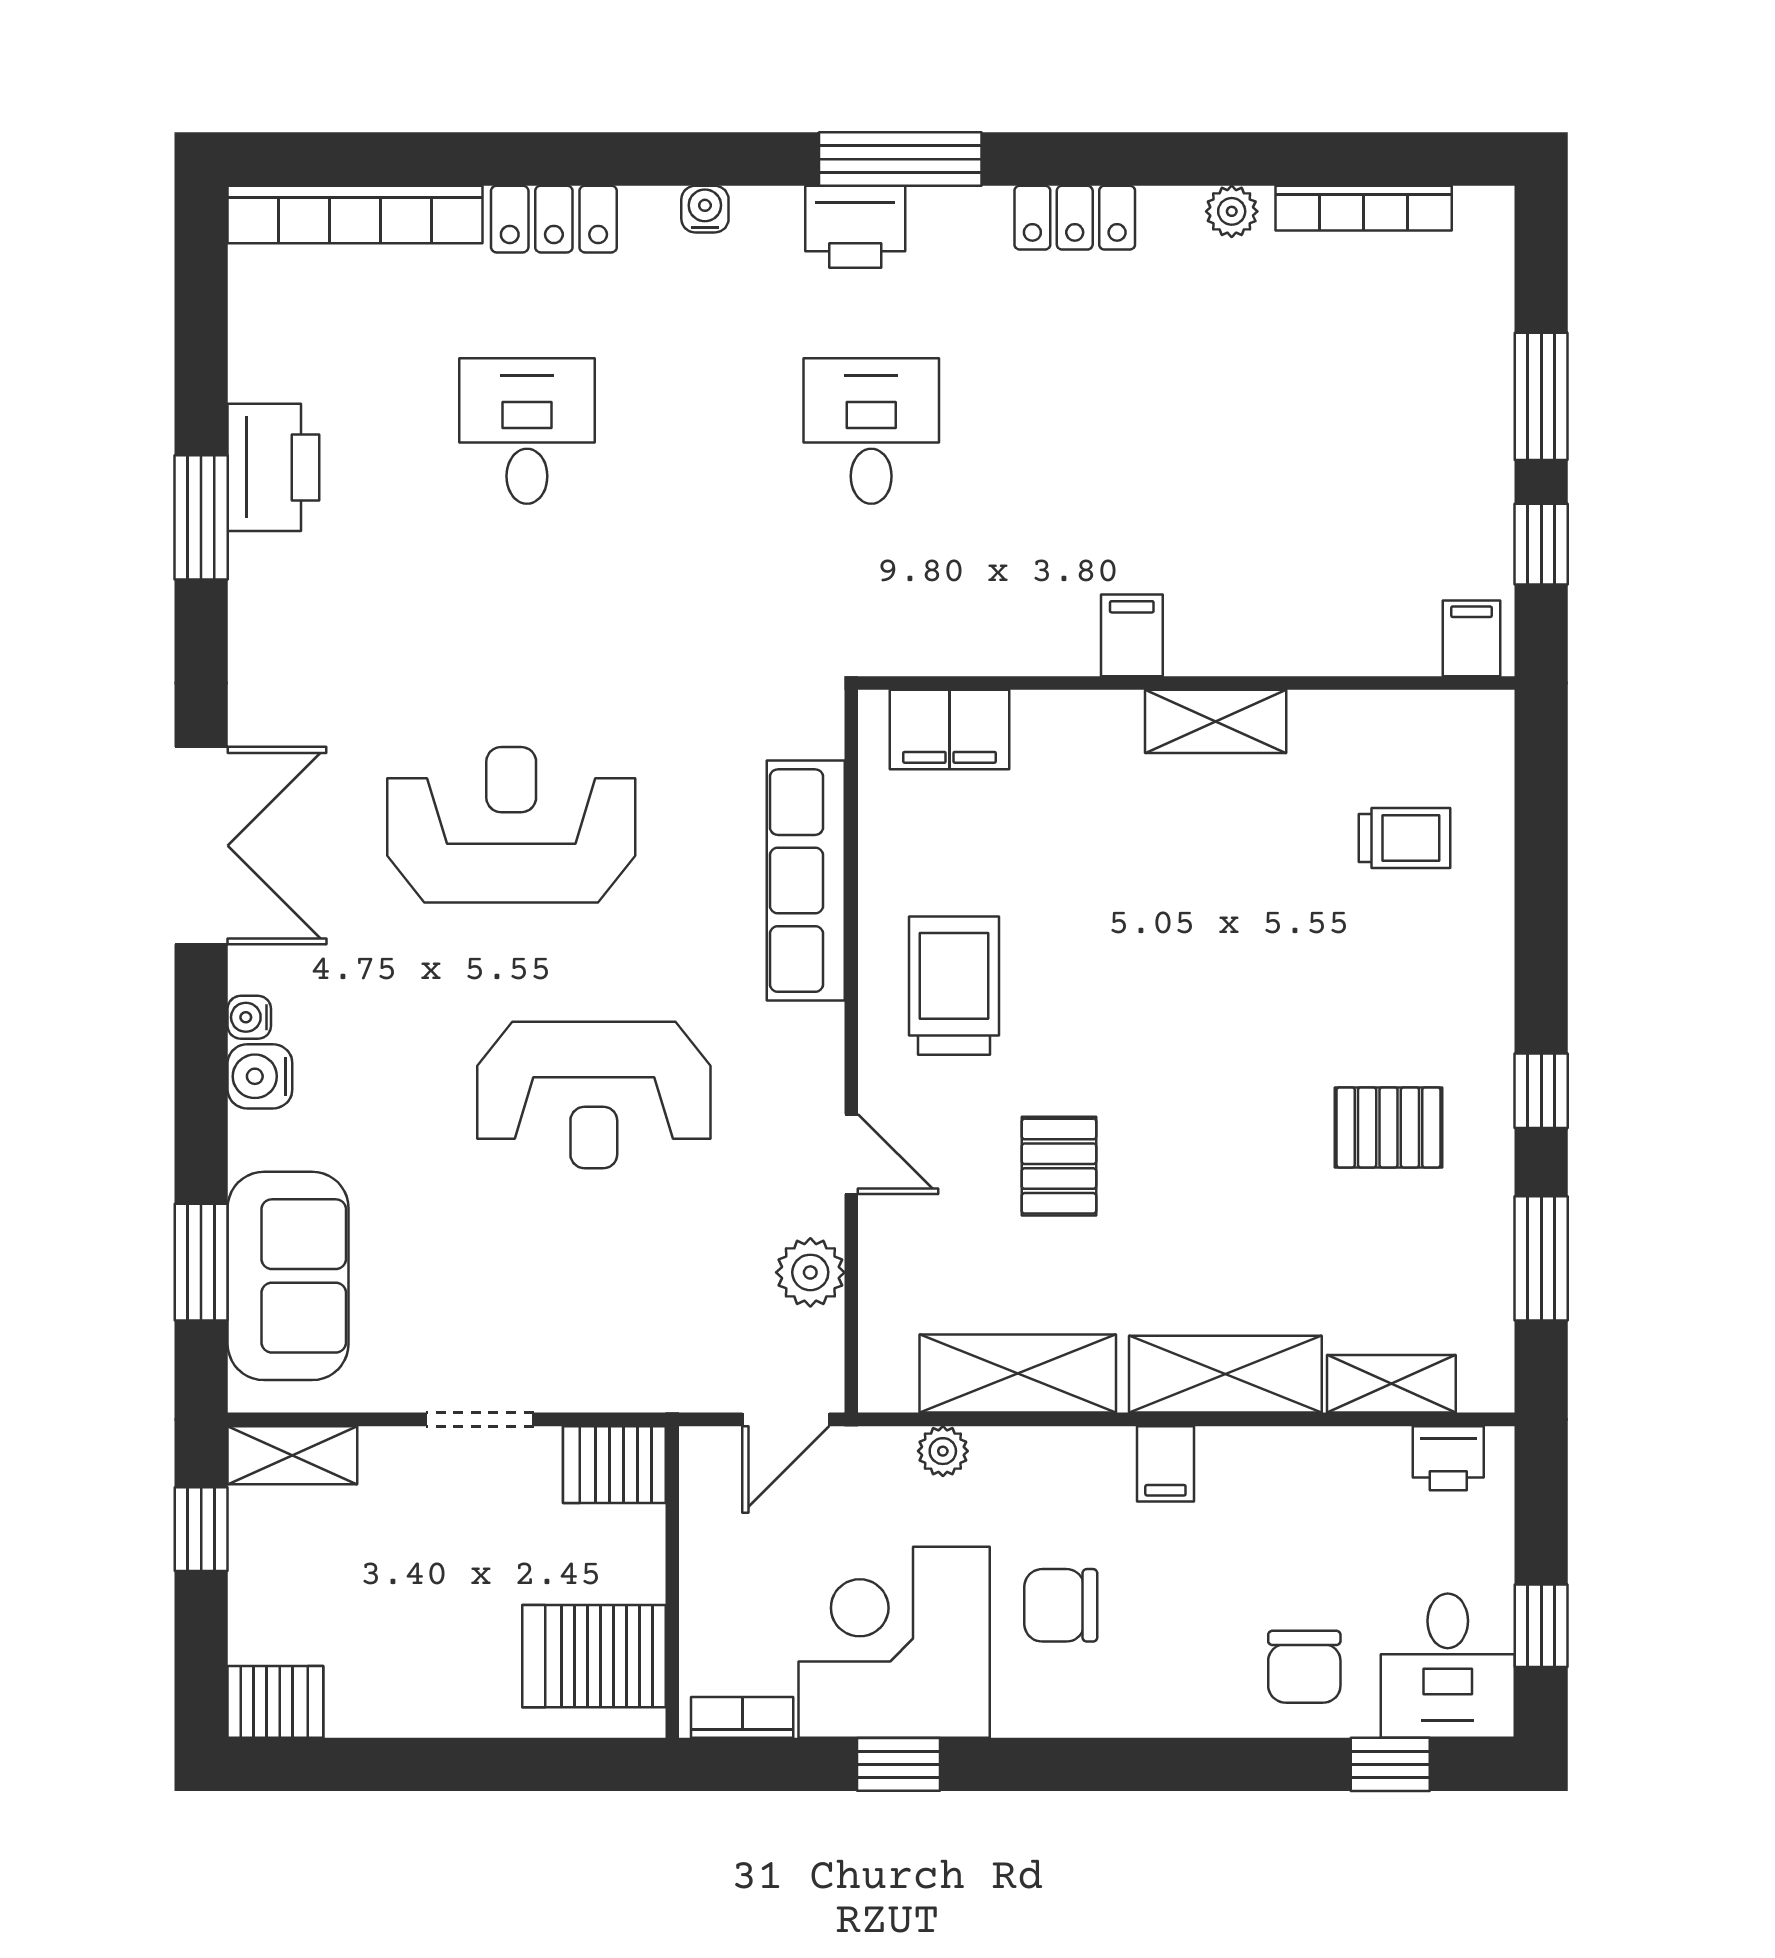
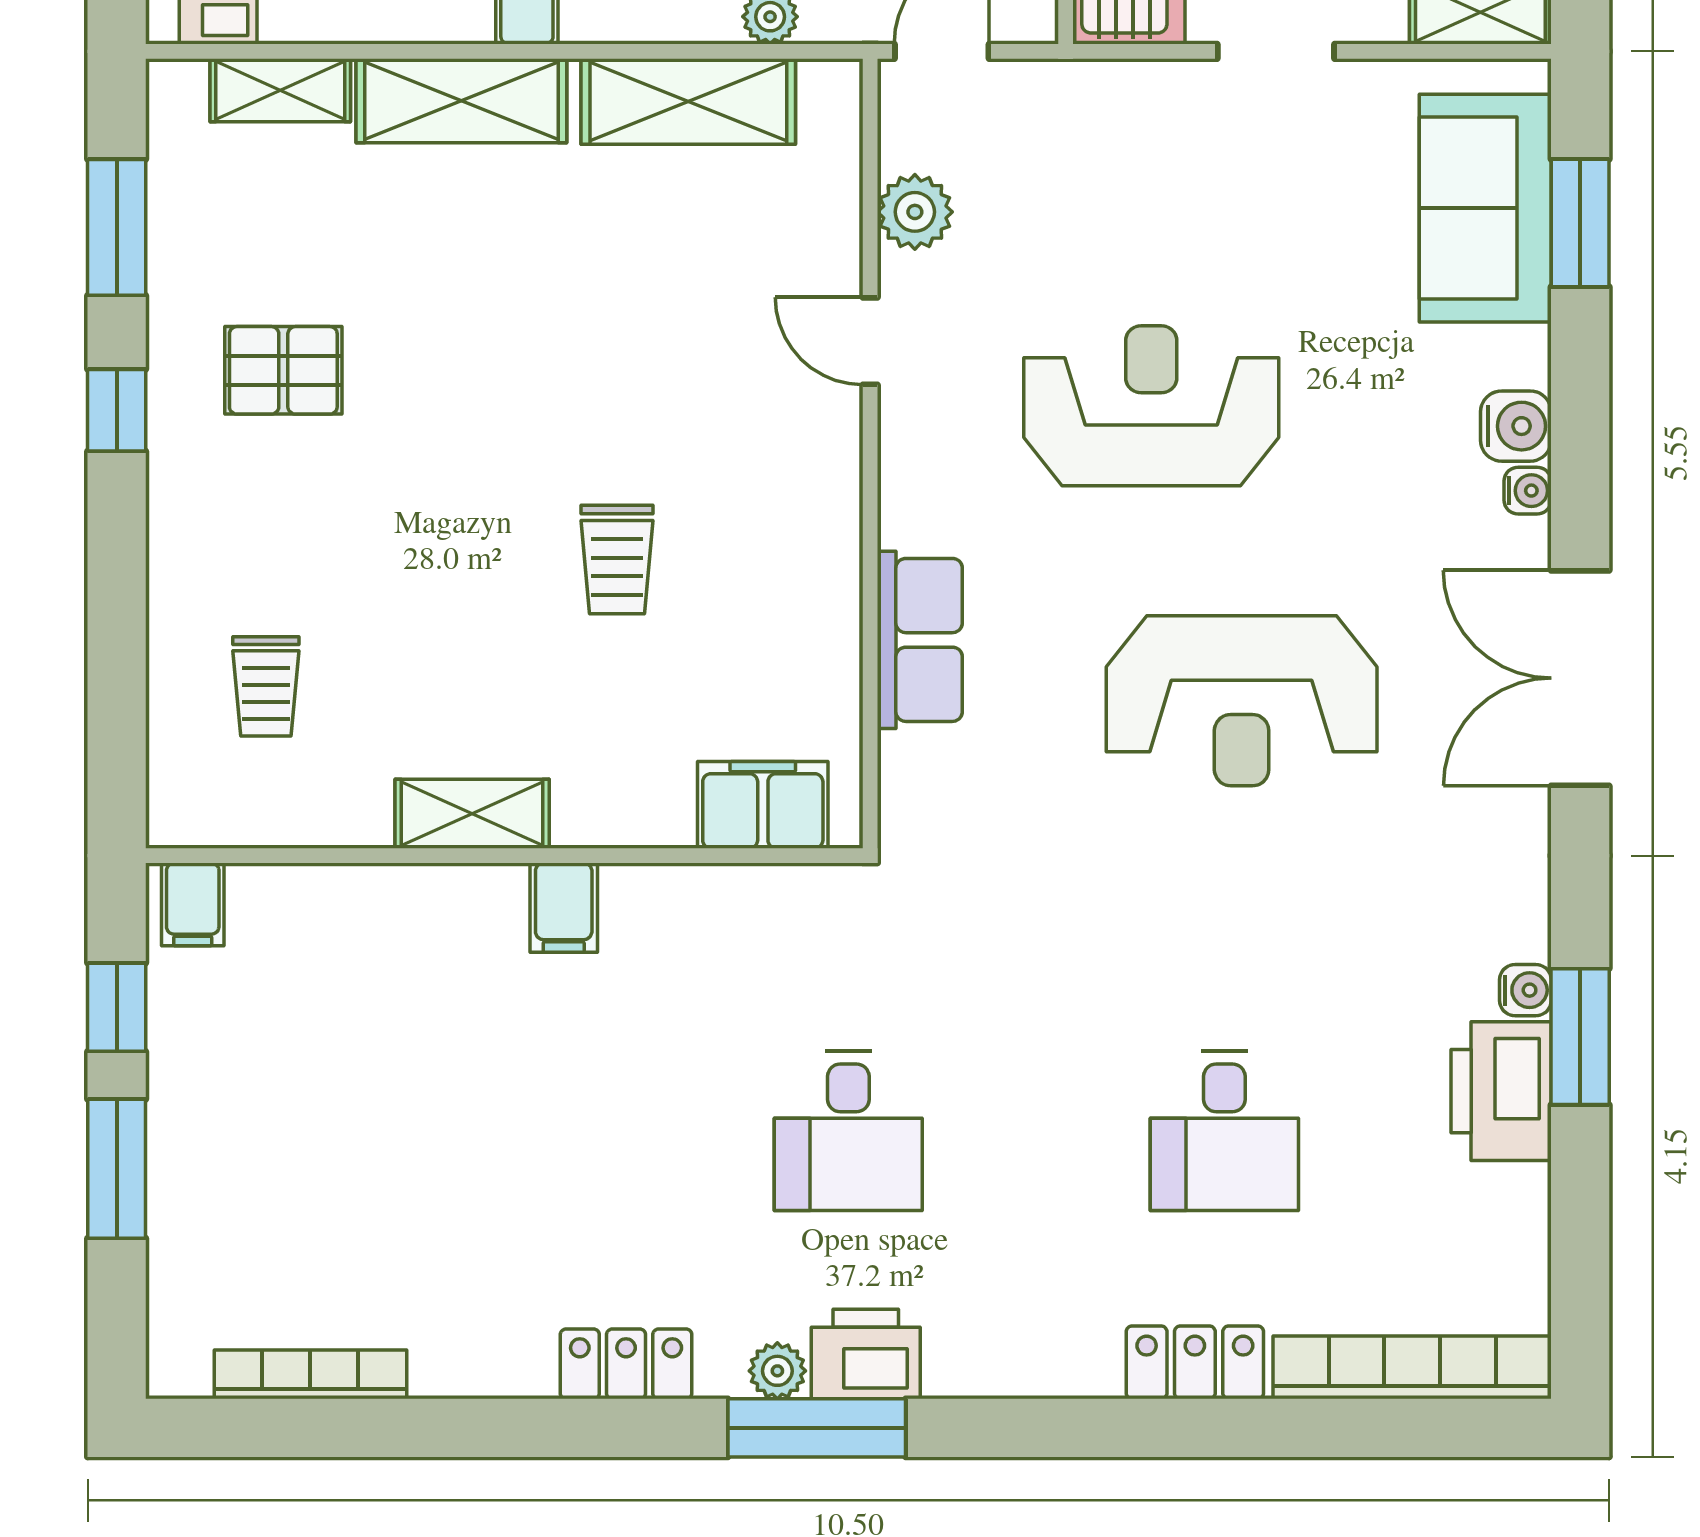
water cooler: (705, 209) -> (1525, 990), moved, turned -90
plant: (1232, 211) -> (777, 1371), moved
trolley: (1404, 838) -> (266, 686), turned -90
row of seats: (806, 881) -> (920, 640), width x0.68
trolley: (954, 986) -> (617, 559), moved, width x0.73, depth x0.72
pallet: (1059, 1166) -> (643, 328), removed

